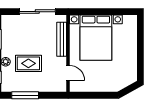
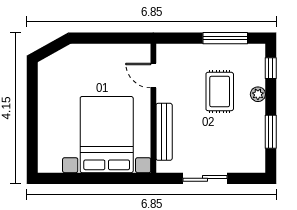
sliding door: (37, 12) -> (205, 178), width x0.73
rug: (28, 63) -> (220, 91), turned 90

